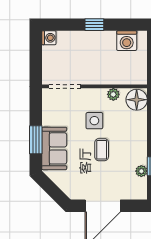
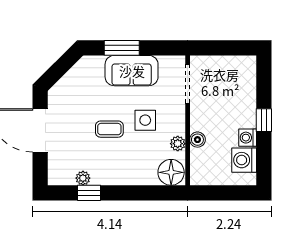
washing machine: (49, 38) -> (248, 138), moved, turned 90
boiler: (110, 78) -> (197, 140), added
sofa: (54, 148) -> (132, 71), moved

